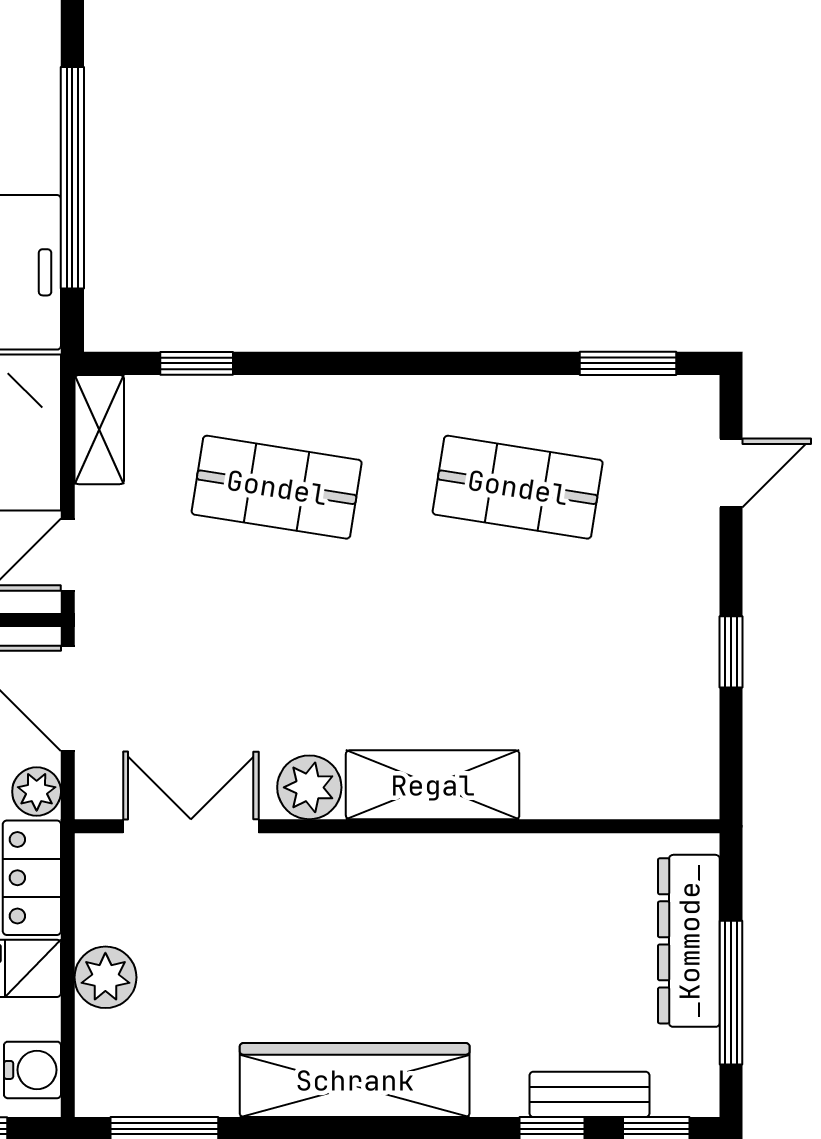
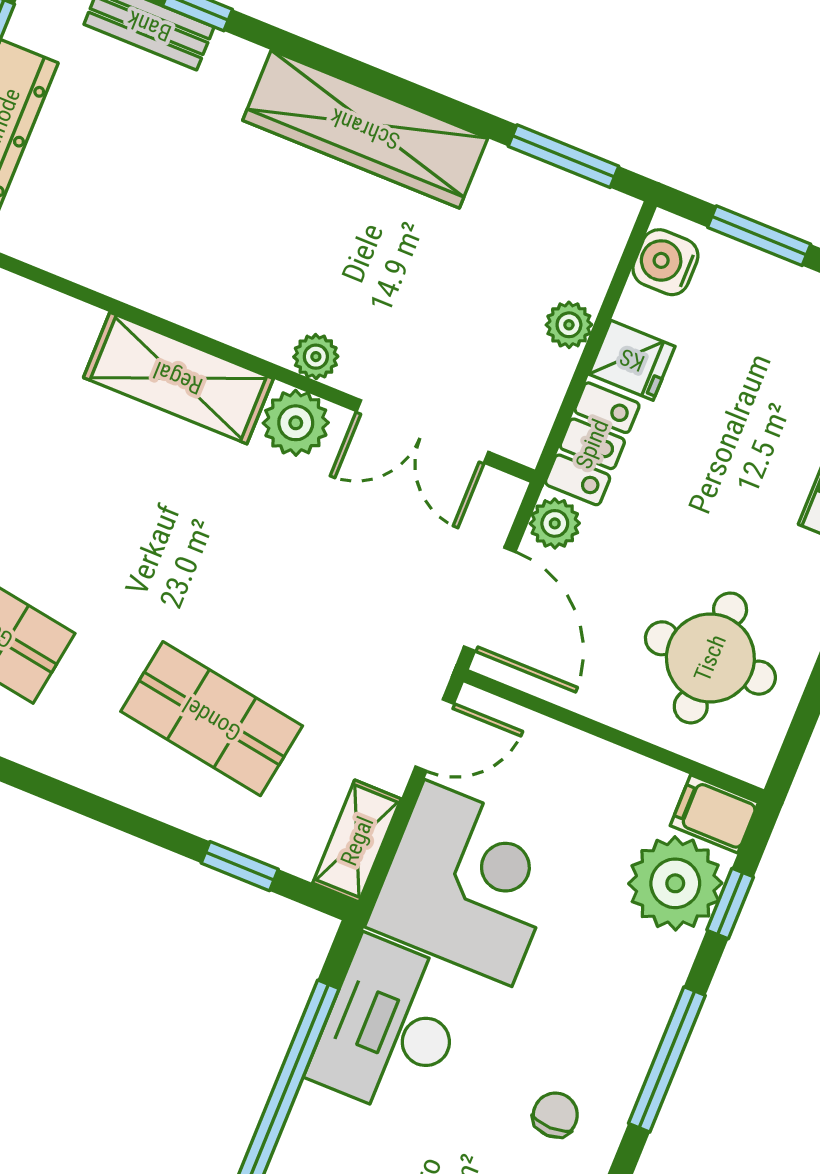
plant: (316, 855) -> (316, 357), added
plant: (105, 977) -> (569, 325), width x0.73, depth x0.73

